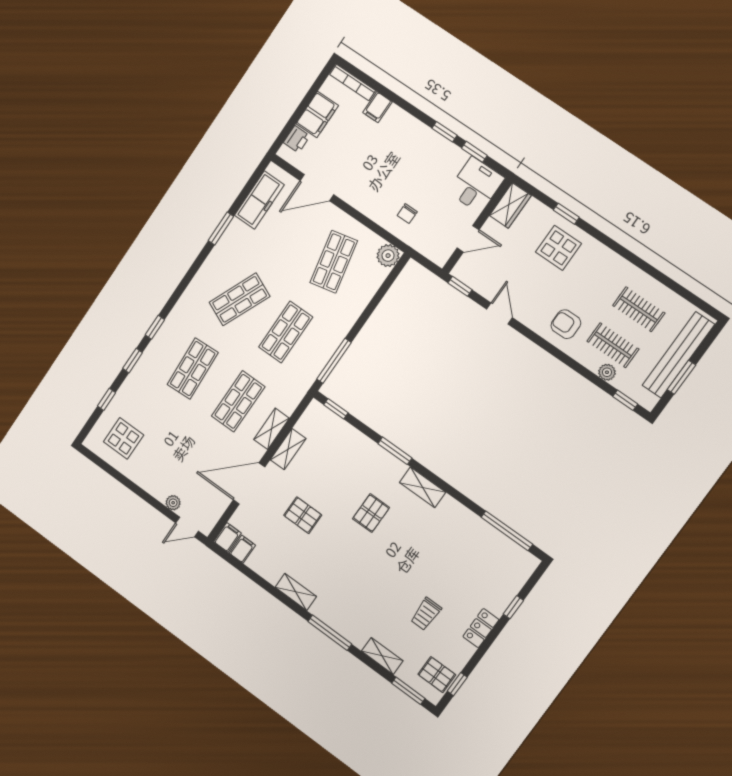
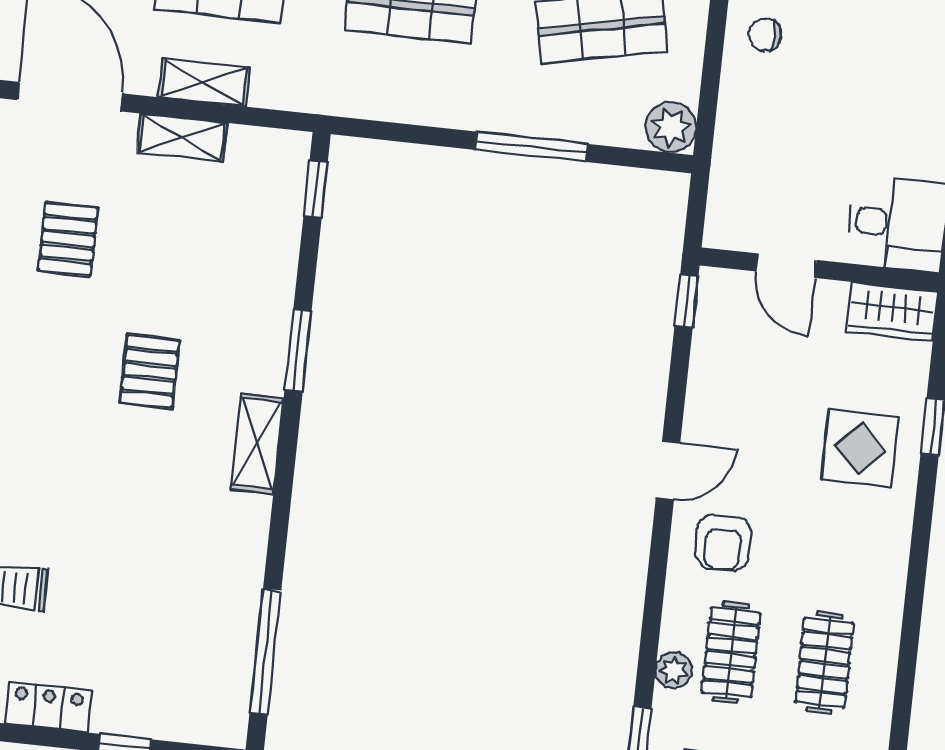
chair: (407, 214) -> (765, 35), moved
door: (499, 313) -> (668, 470), moved
armchair: (566, 324) -> (723, 543), turned 180
window: (334, 361) -> (531, 147), moved
pallet: (371, 513) -> (150, 372), turned 90

